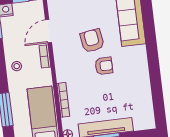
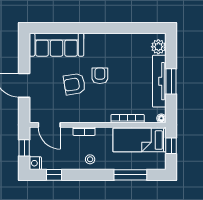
door: (48, 31) -> (49, 125), moved
plant: (141, 123) -> (158, 47), added

